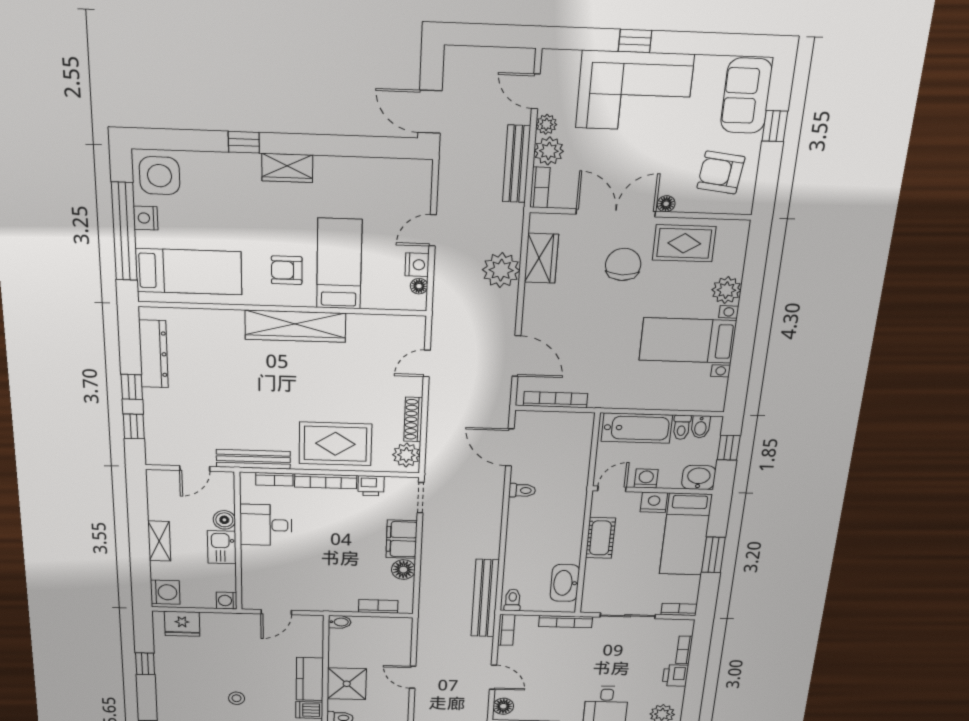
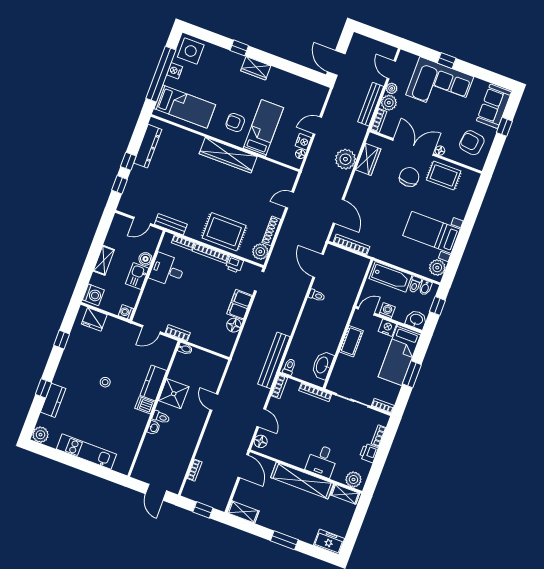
plant: (726, 290) -> (437, 268), moved
bench: (253, 459) -> (171, 224), width x0.73
bookcase: (378, 606) -> (178, 333), moved

